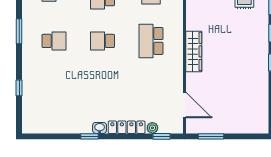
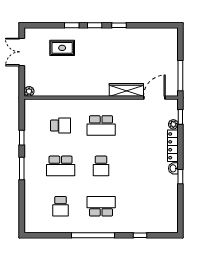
window: (19, 31) -> (93, 235), width x2.11
school desk: (54, 41) -> (101, 206), width x1.85
wardrobe: (194, 51) -> (126, 90), moved
window: (211, 136) -> (180, 76), width x1.44

